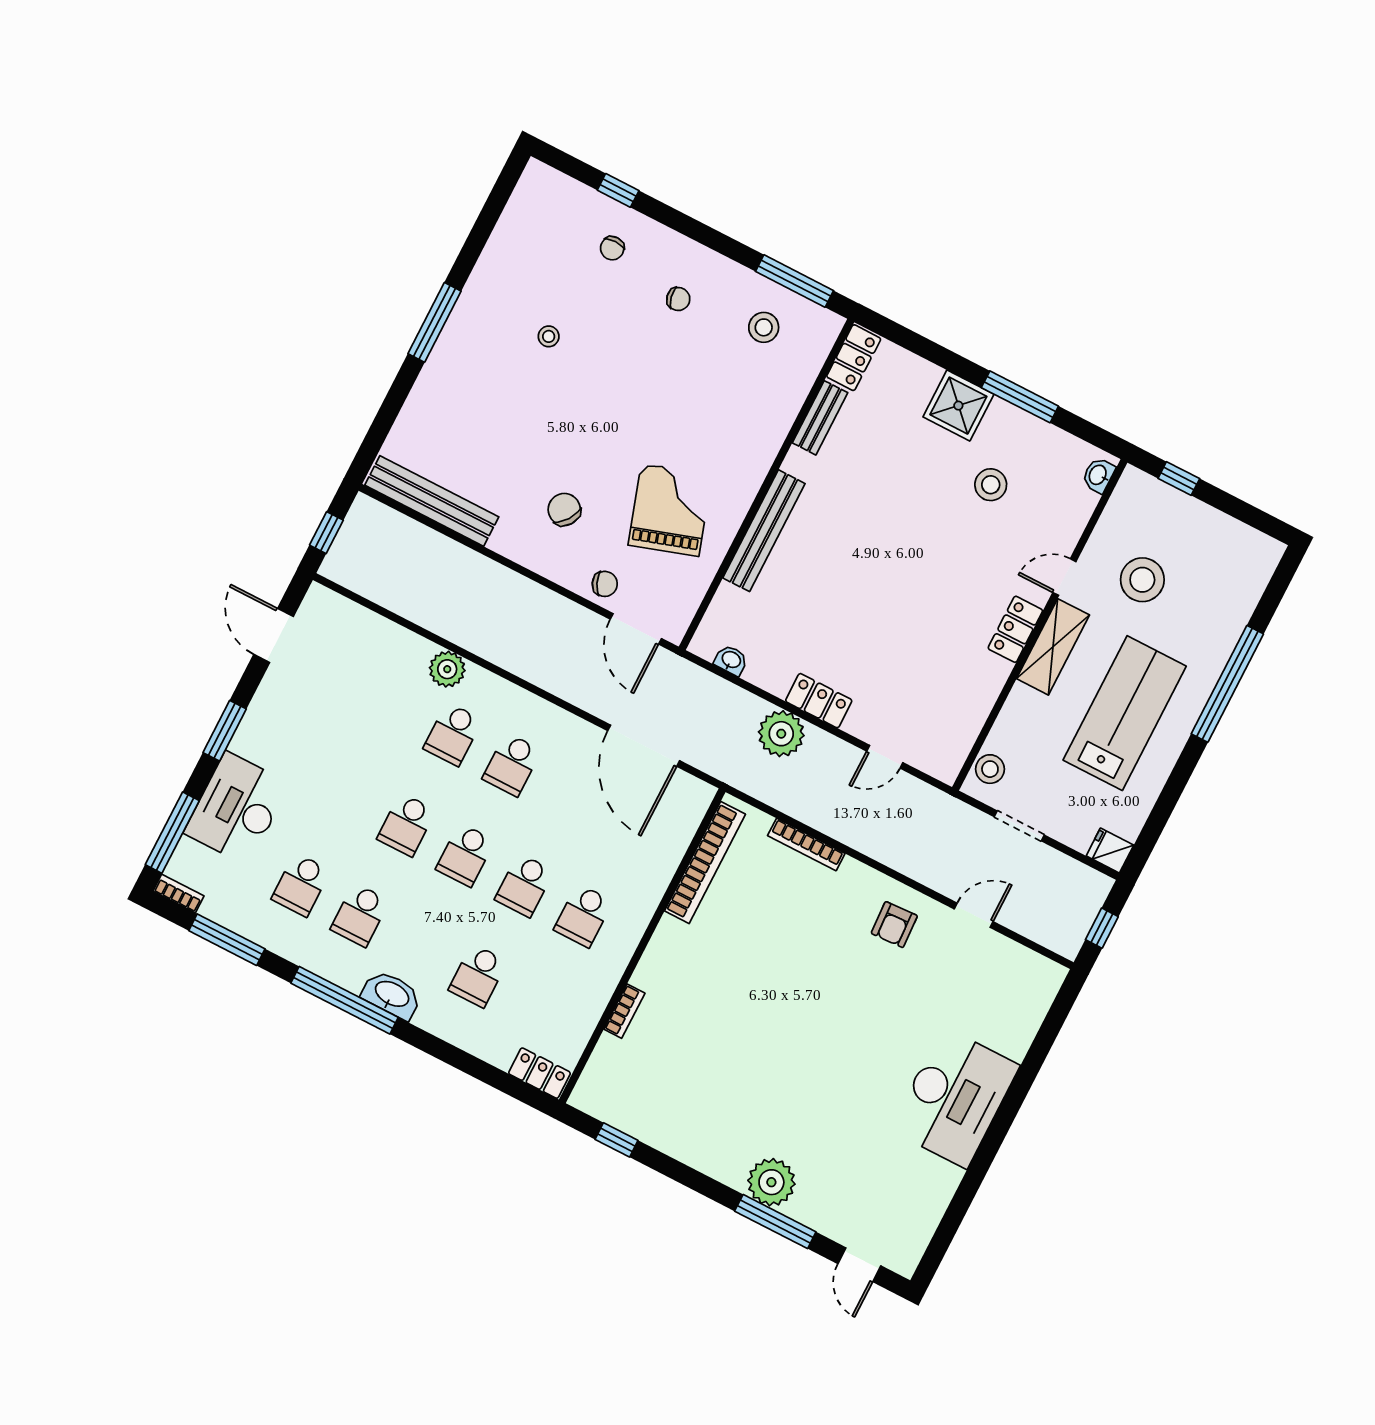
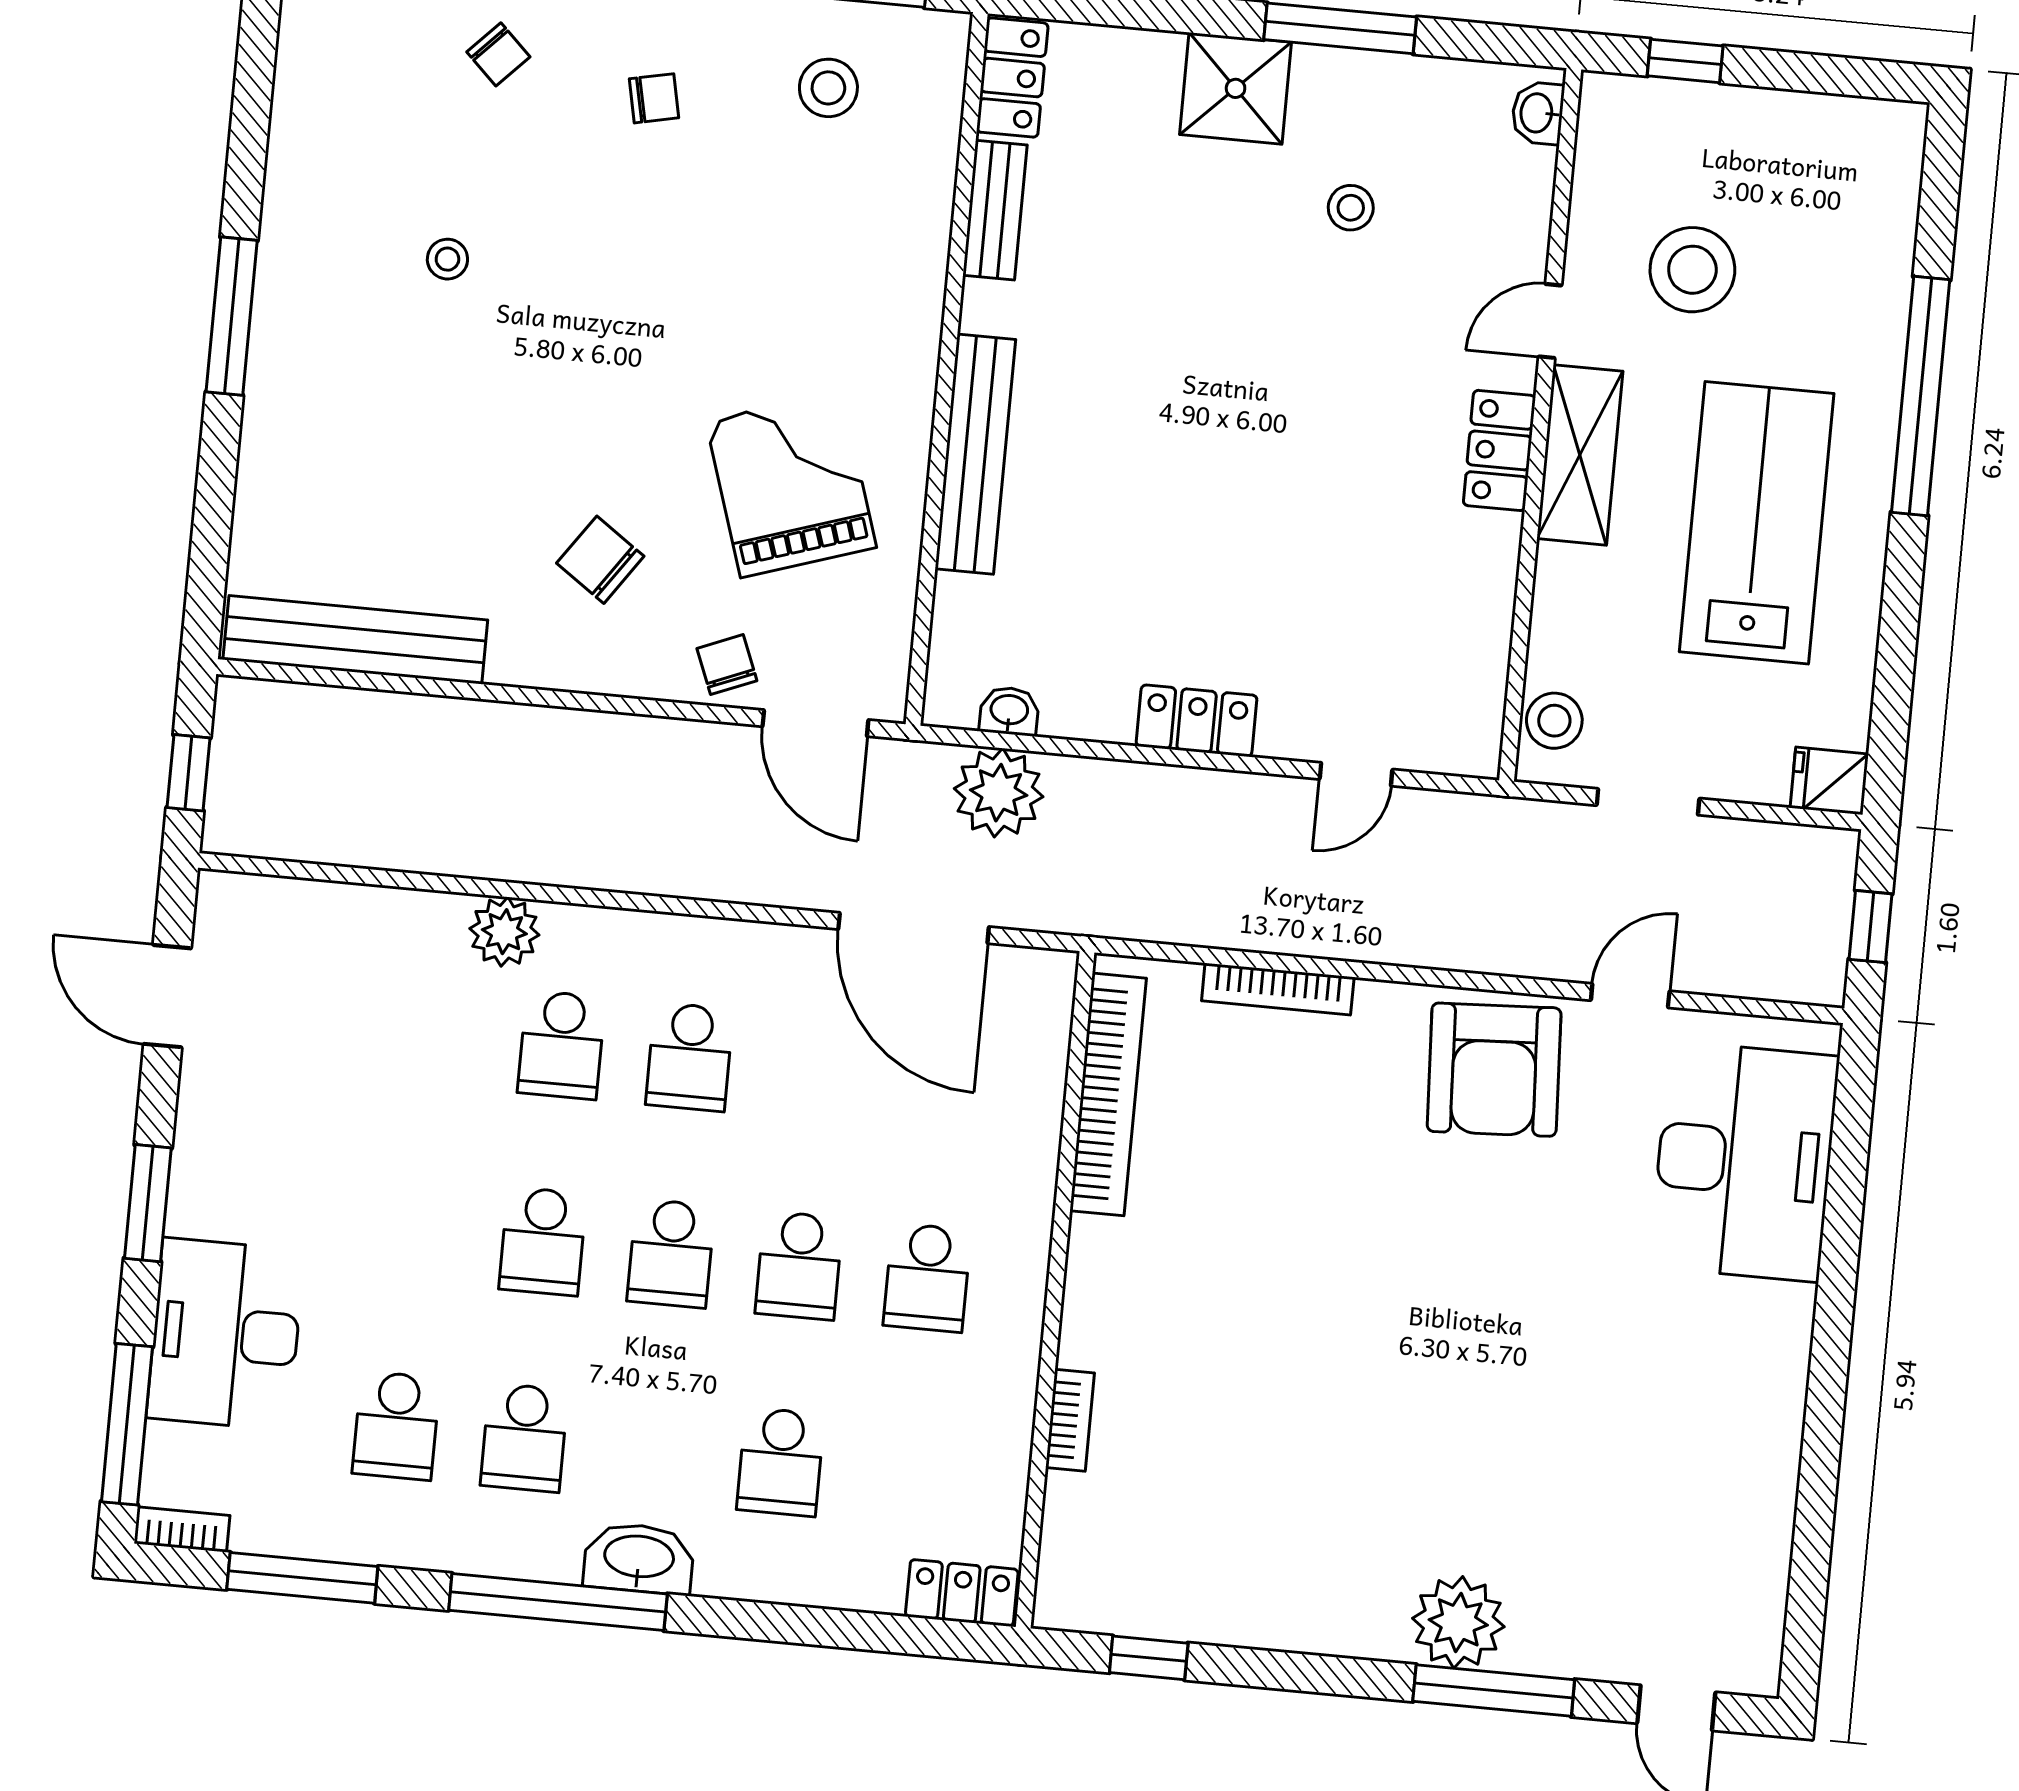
chair: (612, 248) -> (498, 54), turned -46
stool: (991, 485) -> (1351, 208), width x0.73, depth x0.73
chair: (605, 584) -> (727, 665), turned -89
plant: (781, 734) -> (999, 793), moved
armchair: (894, 925) -> (1494, 1070), width x1.88, depth x1.88
desk: (955, 1098) -> (1744, 1162), moved

